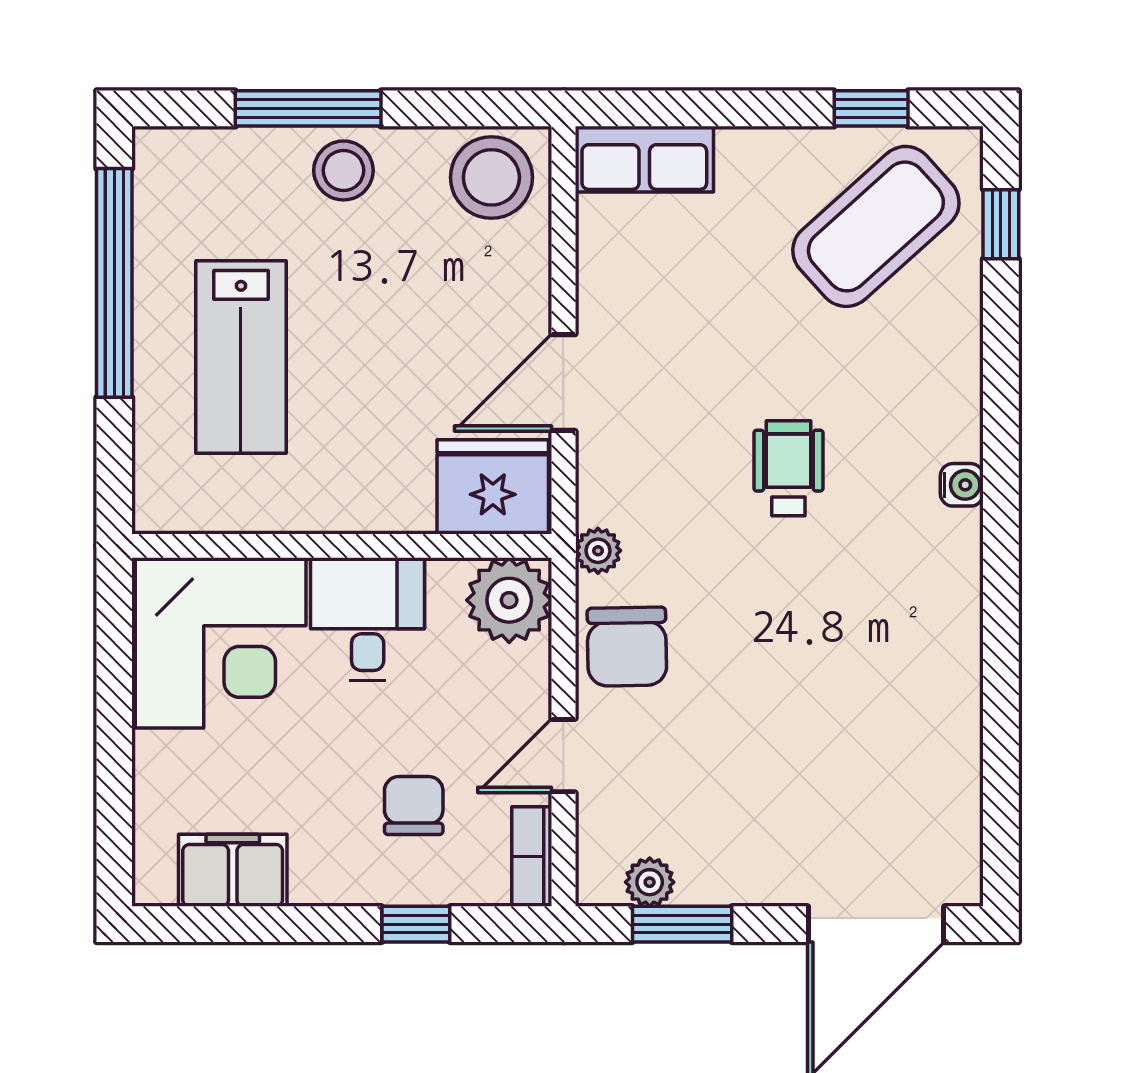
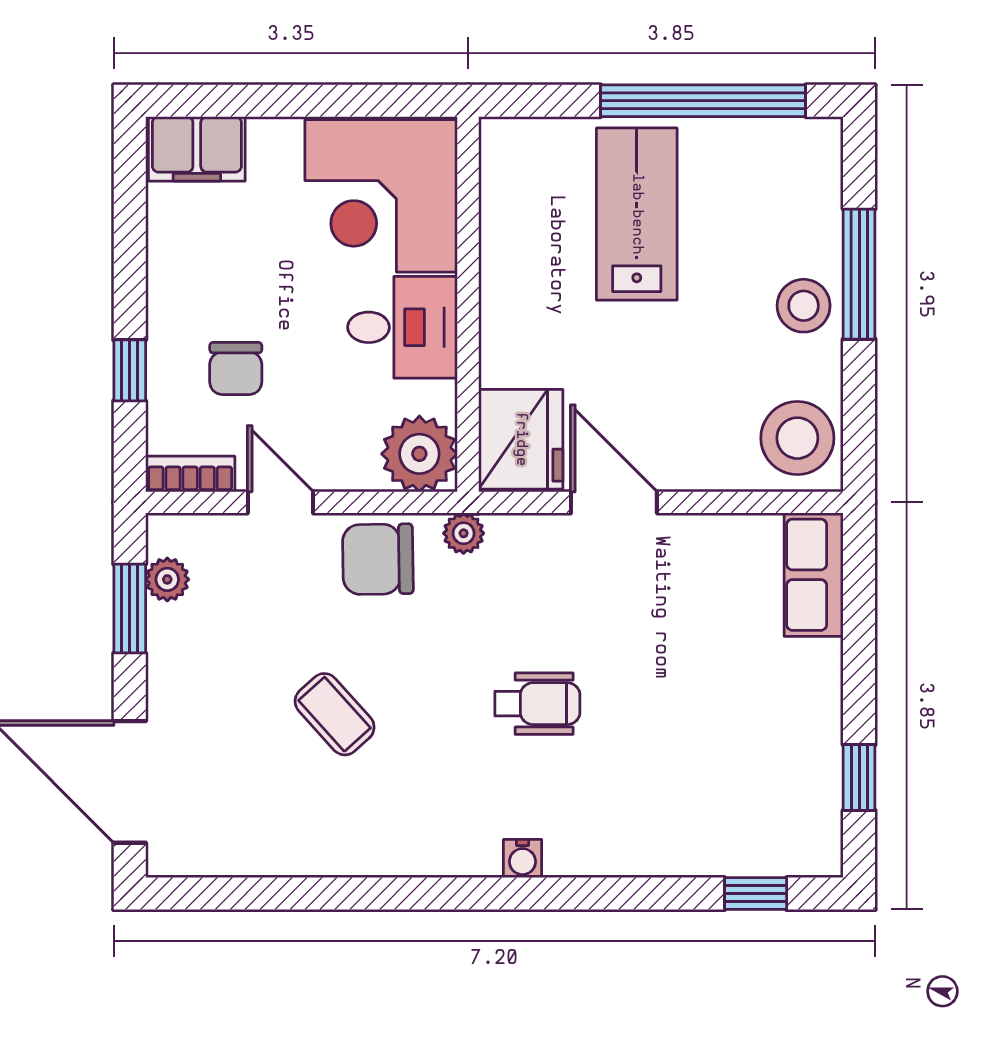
coffee table: (876, 226) -> (335, 714), moved, width x0.54, depth x0.58
lab bench: (241, 357) -> (637, 214), turned 90
chair: (414, 806) -> (236, 368), turned 90
filing cabinet: (233, 870) -> (197, 149), moved, turned 90

